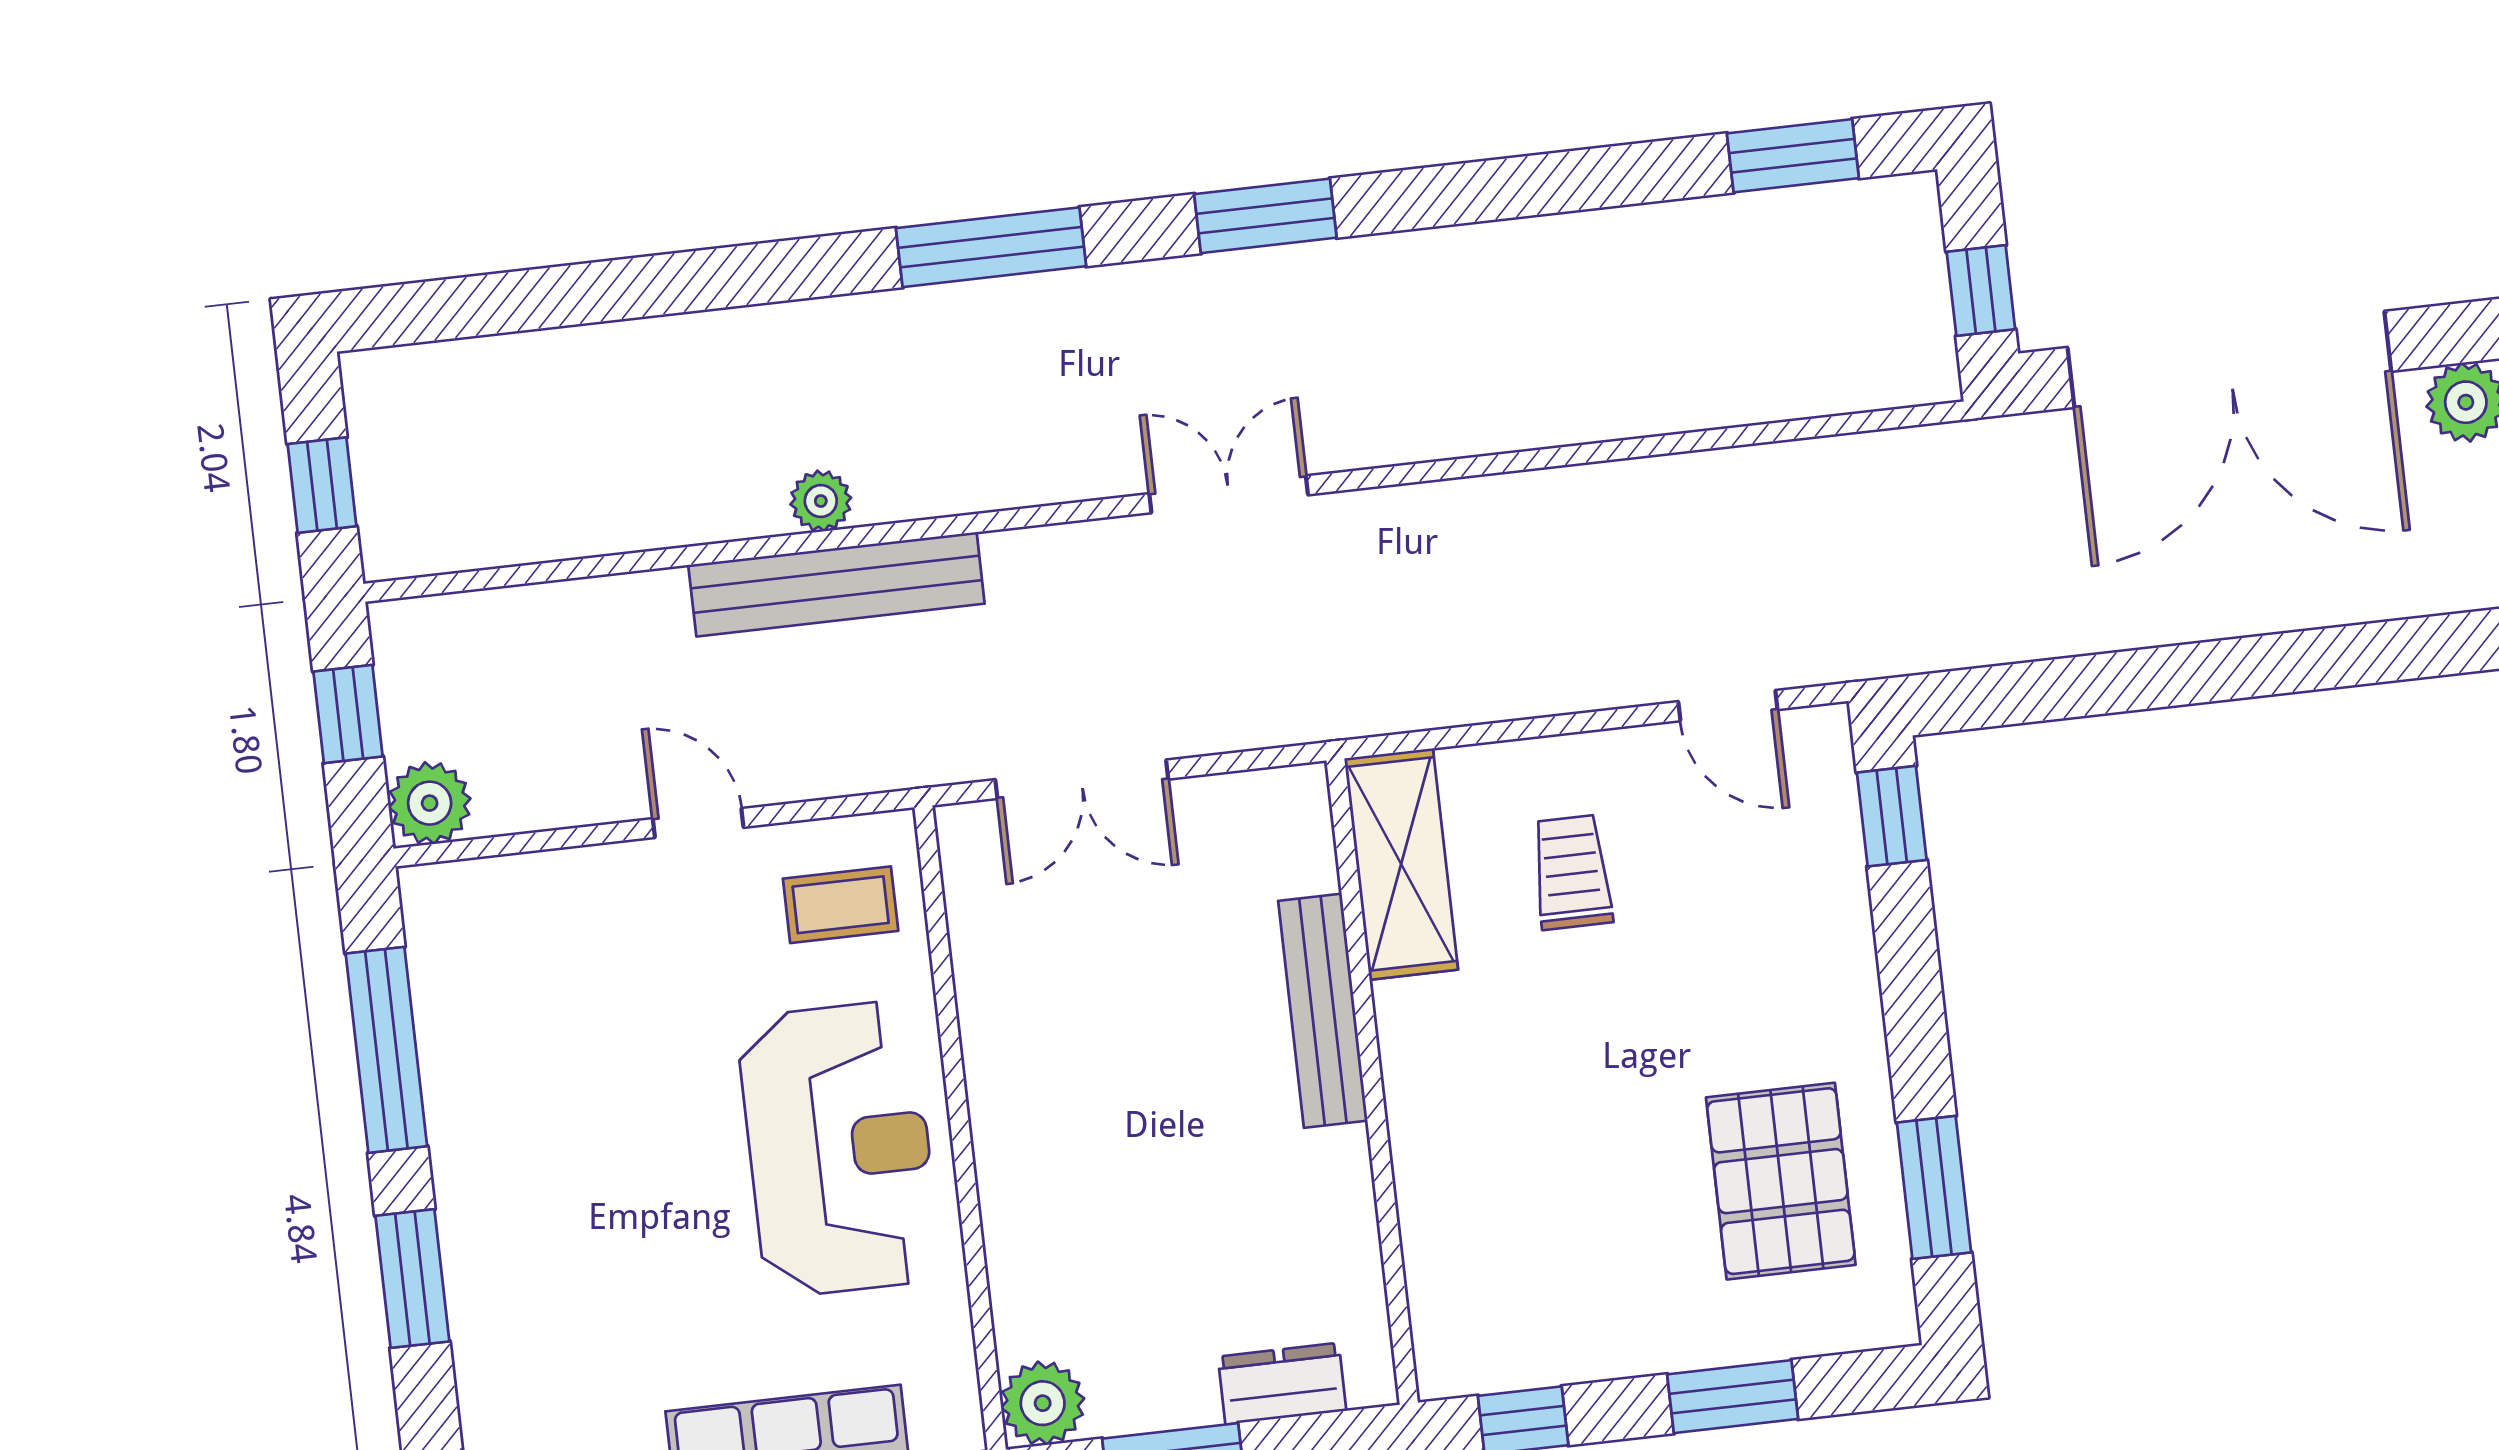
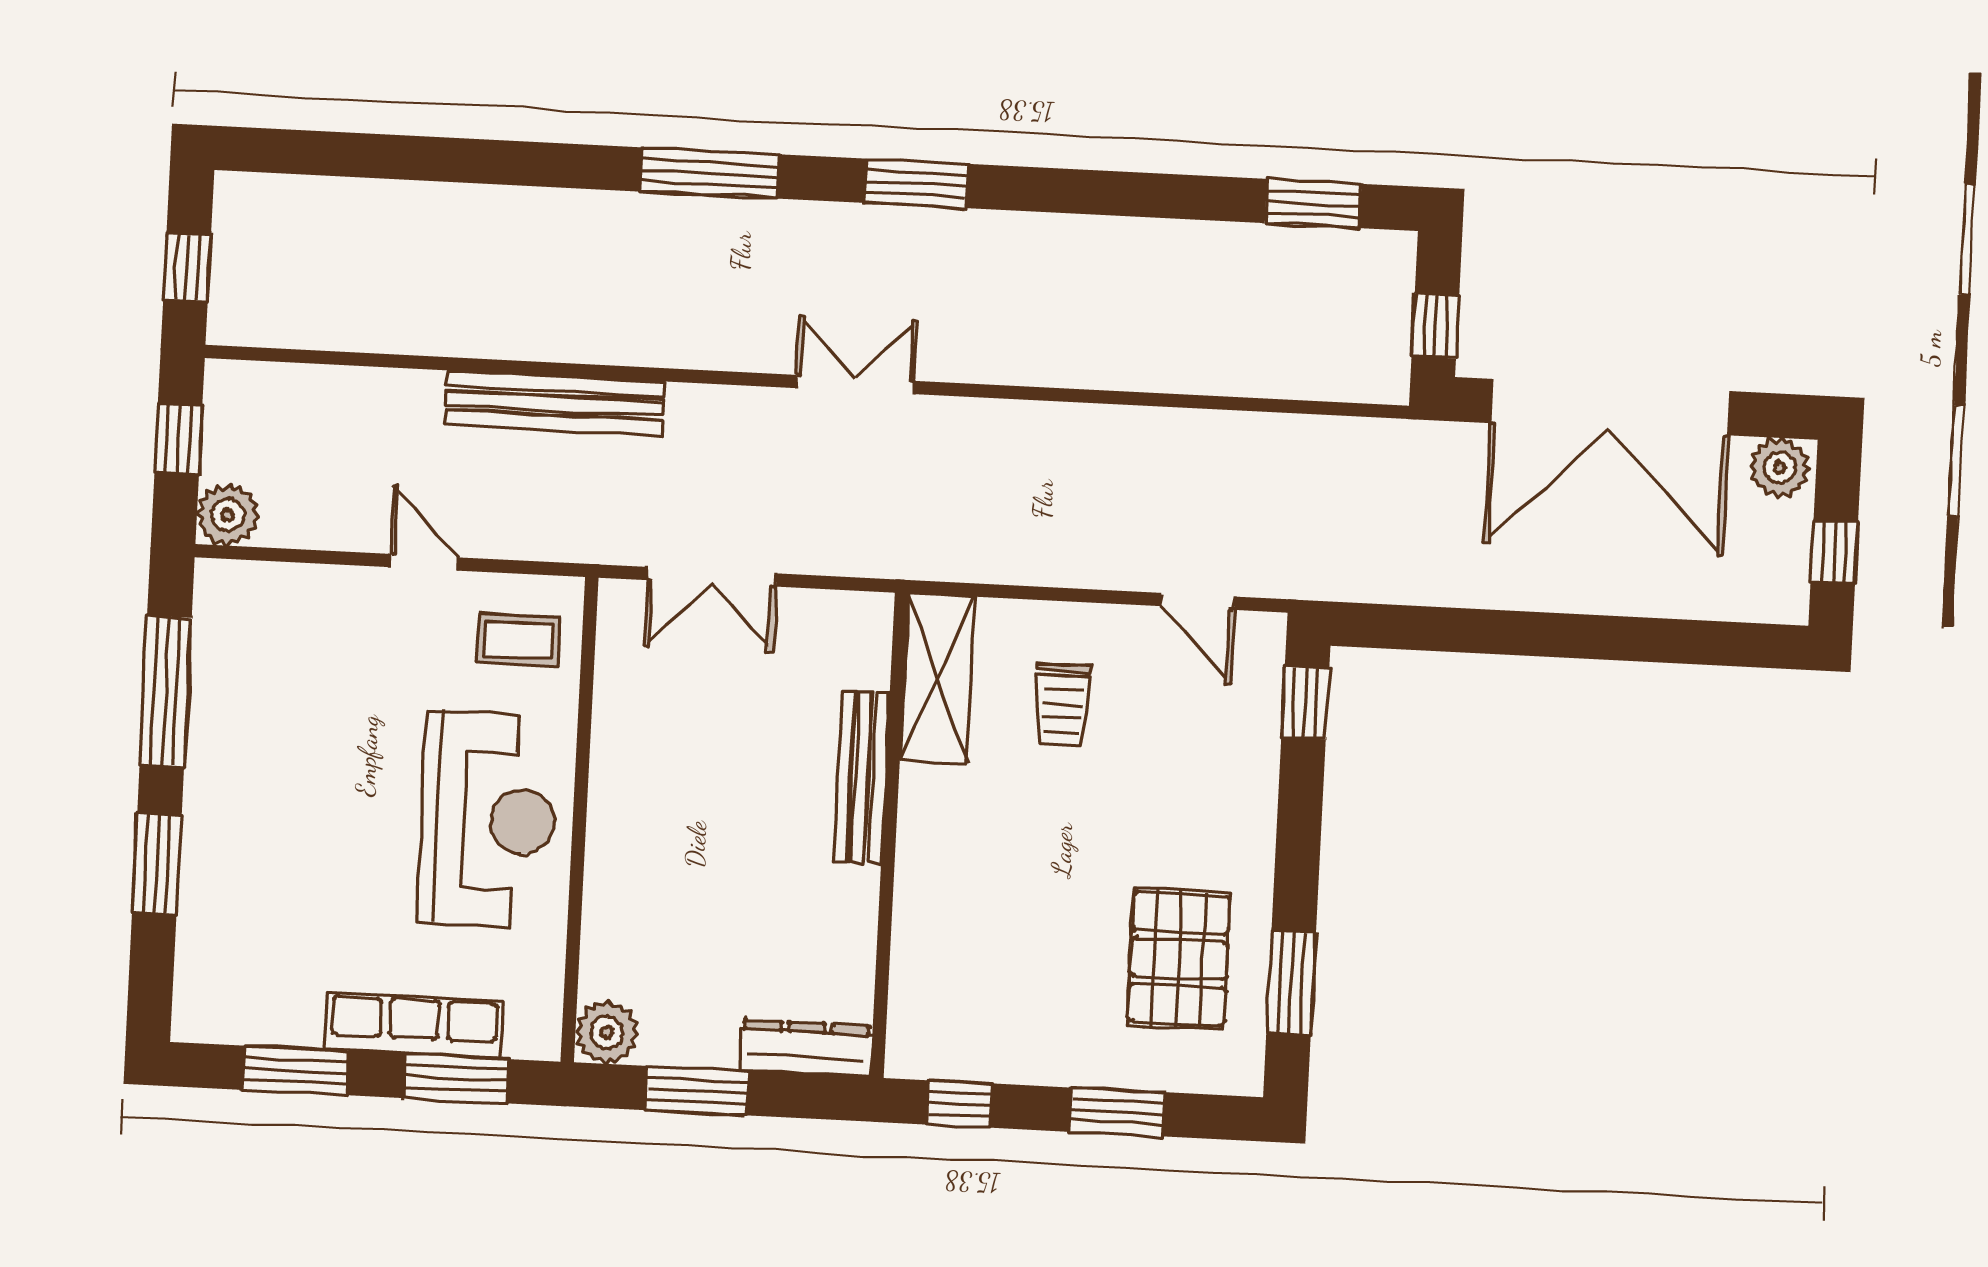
plant: (821, 501) -> (553, 340), removed
trolley: (1572, 872) -> (1062, 705), turned 180
dresser: (1282, 1384) -> (806, 1048), width x1.44

